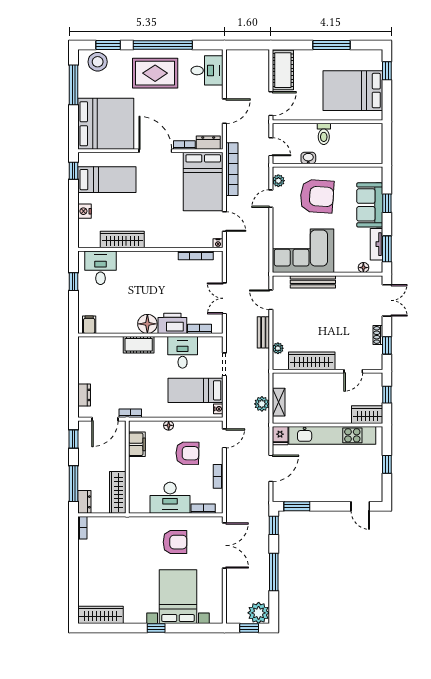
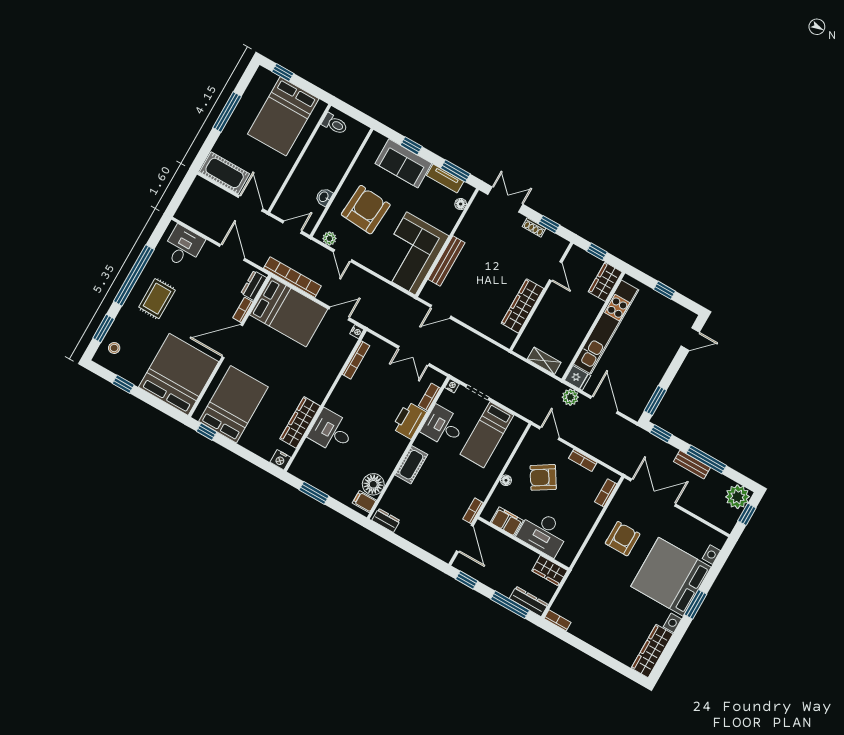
stool: (98, 62) -> (114, 348), width x0.53, depth x0.53
rug: (155, 73) -> (157, 299), width x0.73, depth x0.70
window: (74, 85) -> (123, 384), width x0.46
toilet: (324, 134) -> (335, 124), moved
bed: (107, 180) -> (233, 404), width x1.50
nightstand: (84, 211) -> (280, 460), moved
desk: (100, 268) -> (331, 431), moved
window: (74, 282) -> (314, 493), width x1.50
floor lamp: (147, 324) -> (373, 484), moved
bench: (263, 332) -> (692, 465), moved
plant: (278, 348) -> (492, 332), removed
dresser: (84, 395) -> (386, 520), moved
plant: (262, 404) -> (570, 397), moved
nightstand: (218, 409) -> (452, 386), moved
armchair: (187, 453) -> (543, 477), turned -123
wardrobe: (118, 492) -> (550, 571), width x0.67
desk: (170, 498) -> (543, 533), moved, turned 90
dresser: (84, 502) -> (529, 601), width x1.44
bed with nightstands: (178, 597) -> (671, 577), width x1.36
window: (156, 628) -> (696, 604), width x1.50

